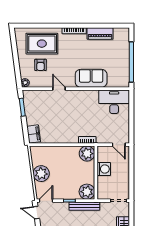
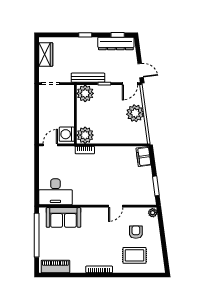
piano: (100, 33) -> (55, 266), moved
rug: (42, 44) -> (134, 255), width x0.73, depth x0.70
sofa: (91, 78) -> (63, 217), moved
door: (59, 89) -> (116, 206), hinge flipped
door: (119, 145) -> (50, 145), hinge flipped
washing machine: (104, 169) -> (67, 134), moved

